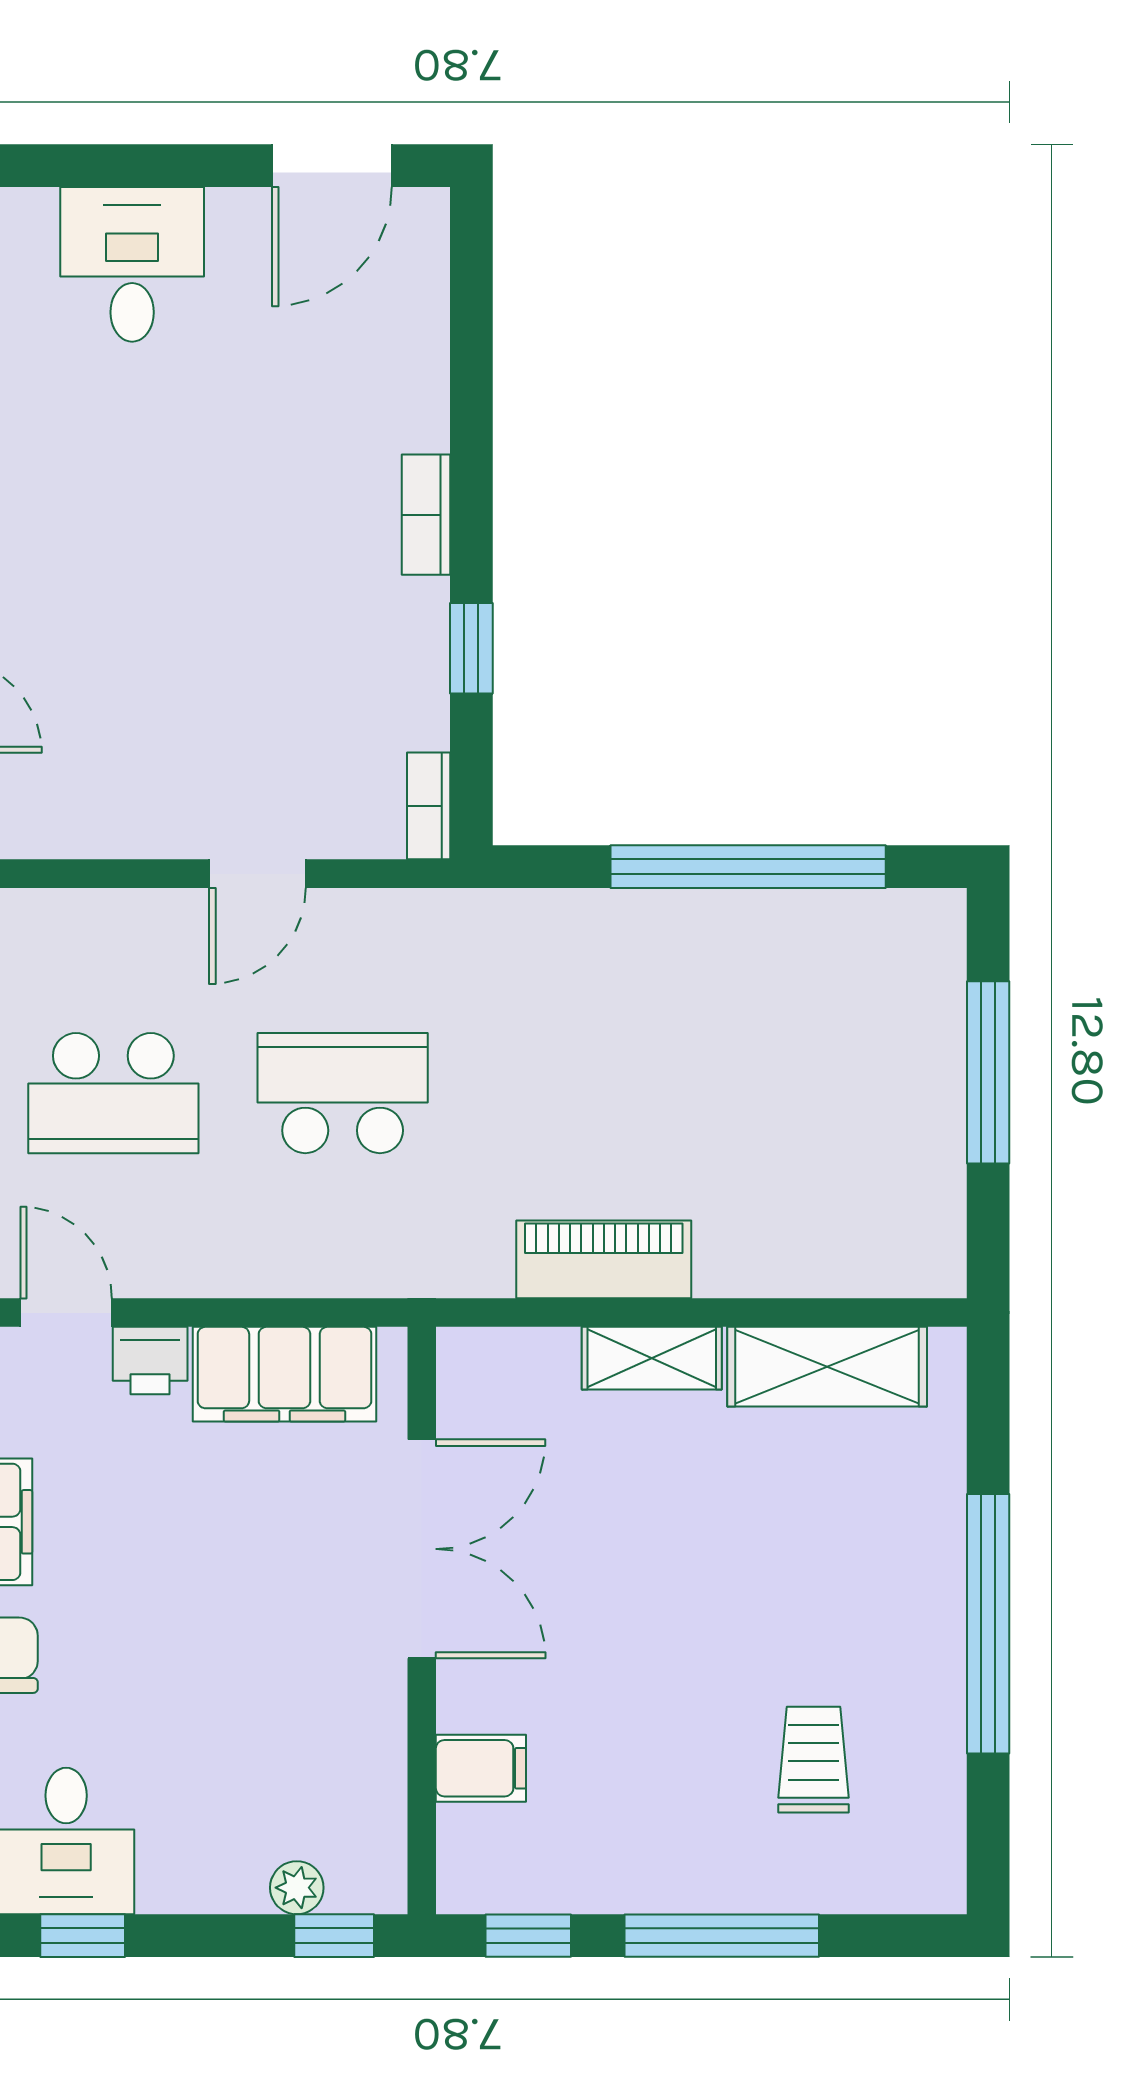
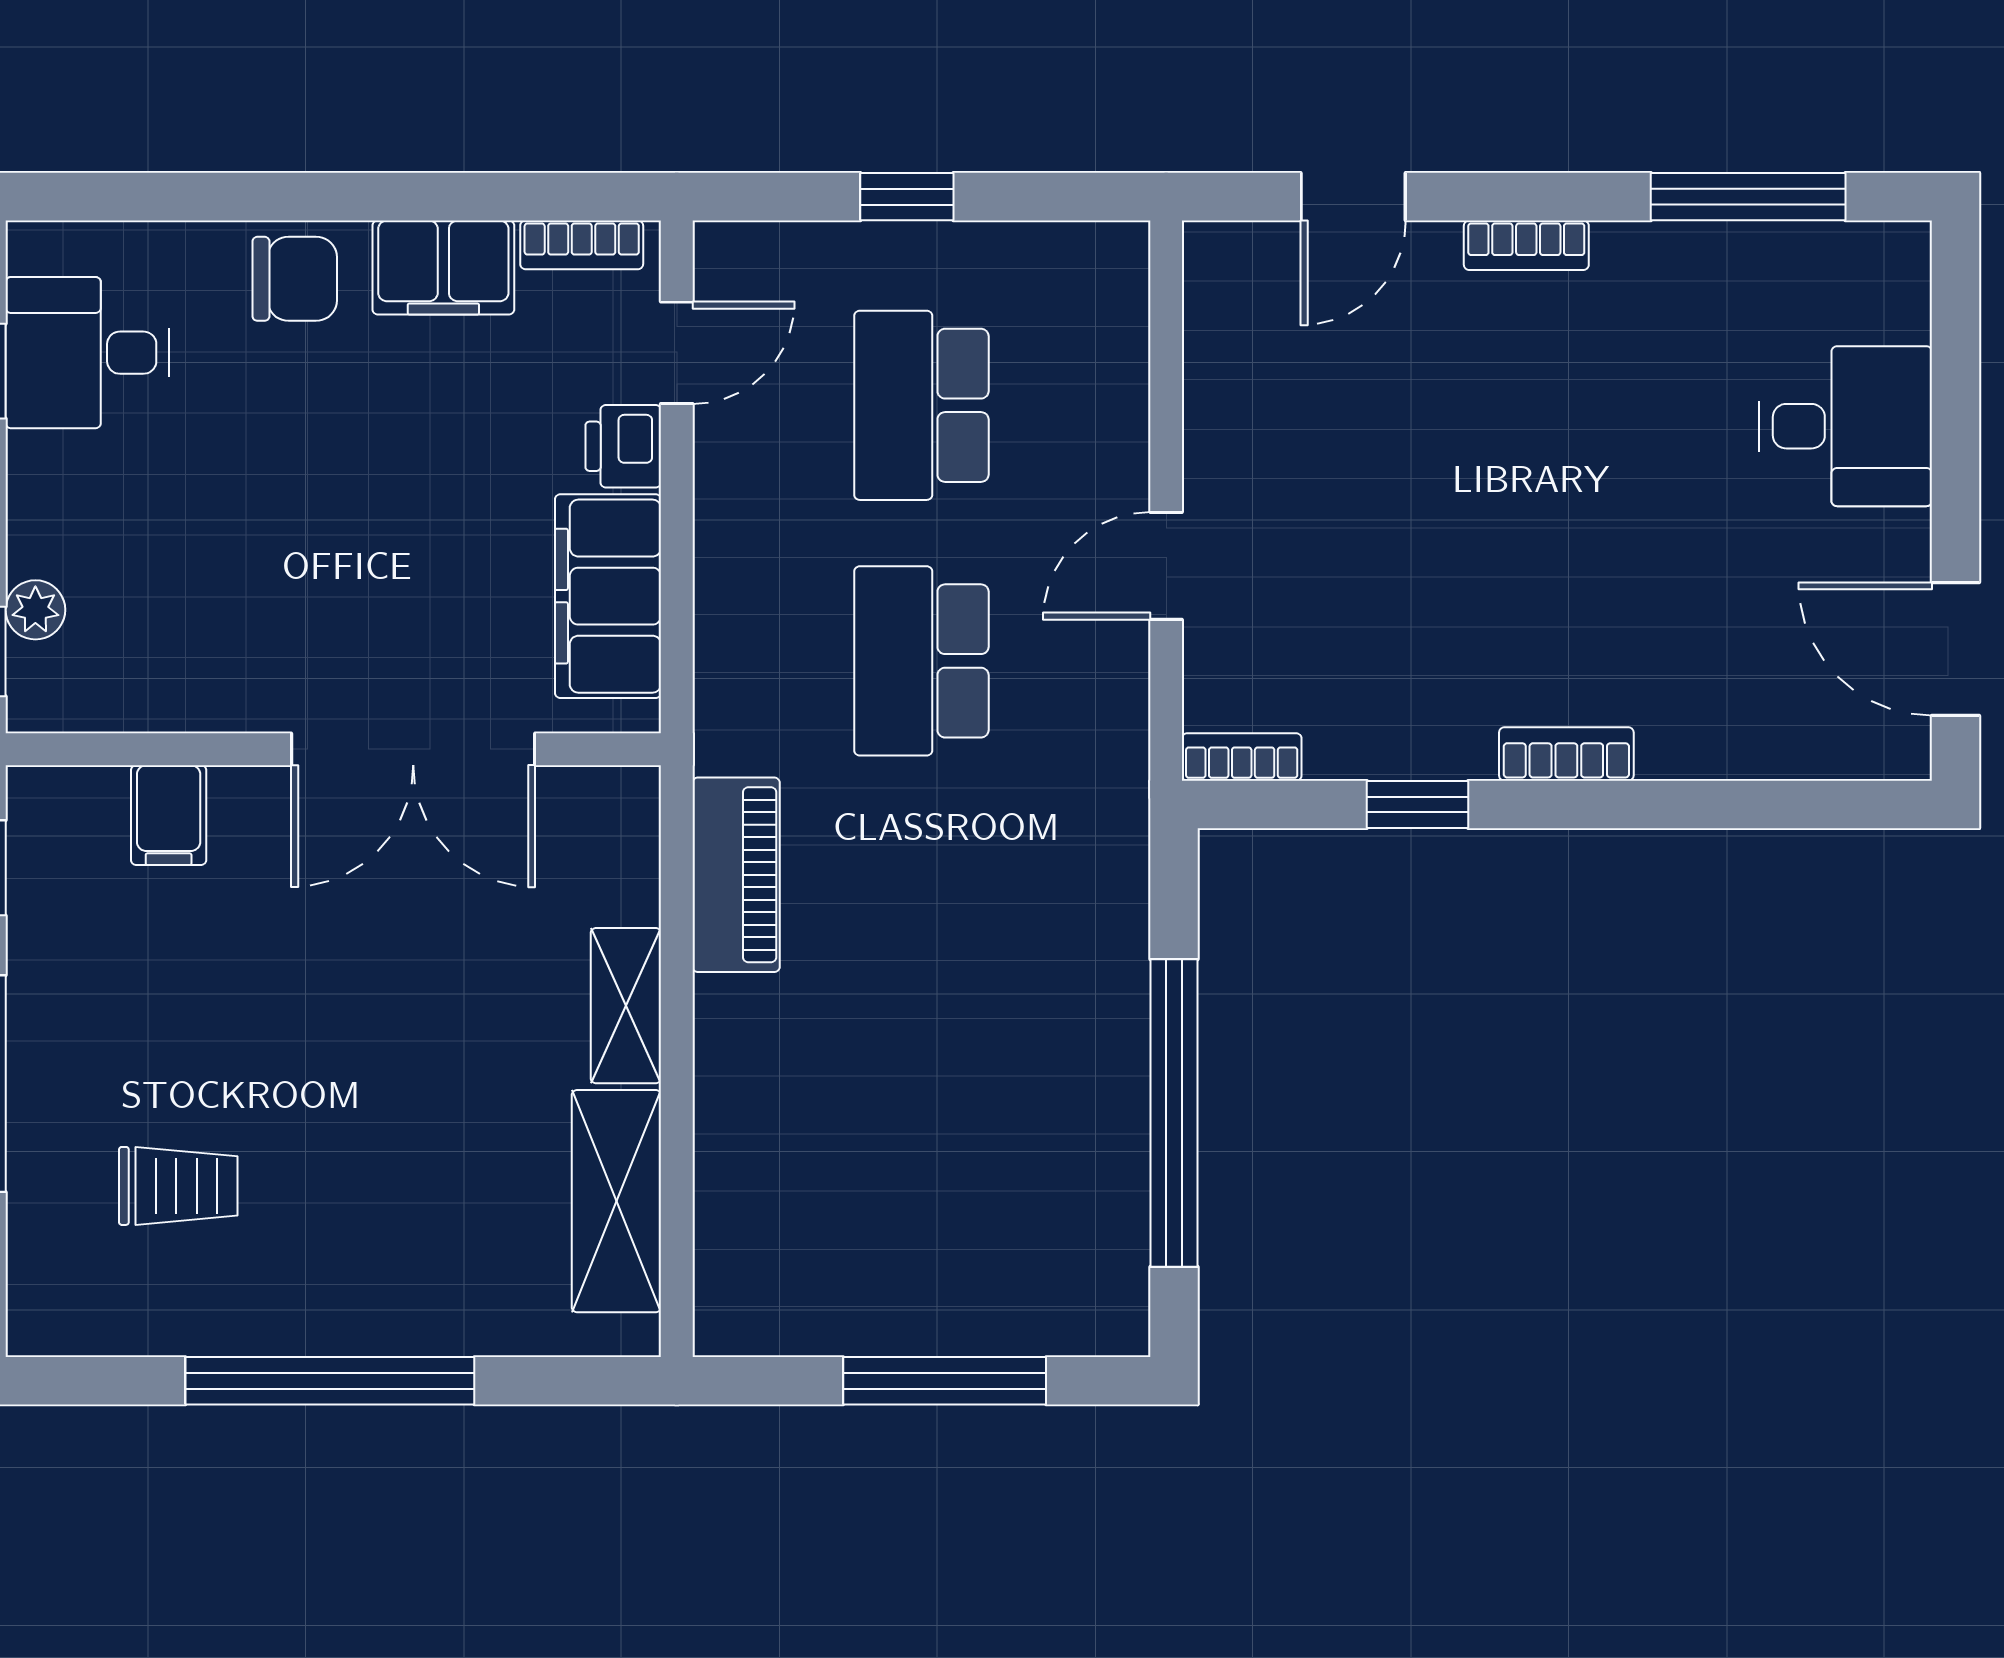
door: (257, 874) -> (1166, 566), hinge flipped
school desk: (343, 1093) -> (921, 661), turned 180
piano: (604, 1259) -> (736, 875), moved

